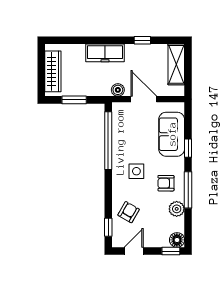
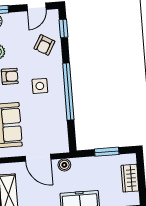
wardrobe: (53, 71) -> (130, 178), width x0.67
window: (108, 141) -> (68, 92), moved

